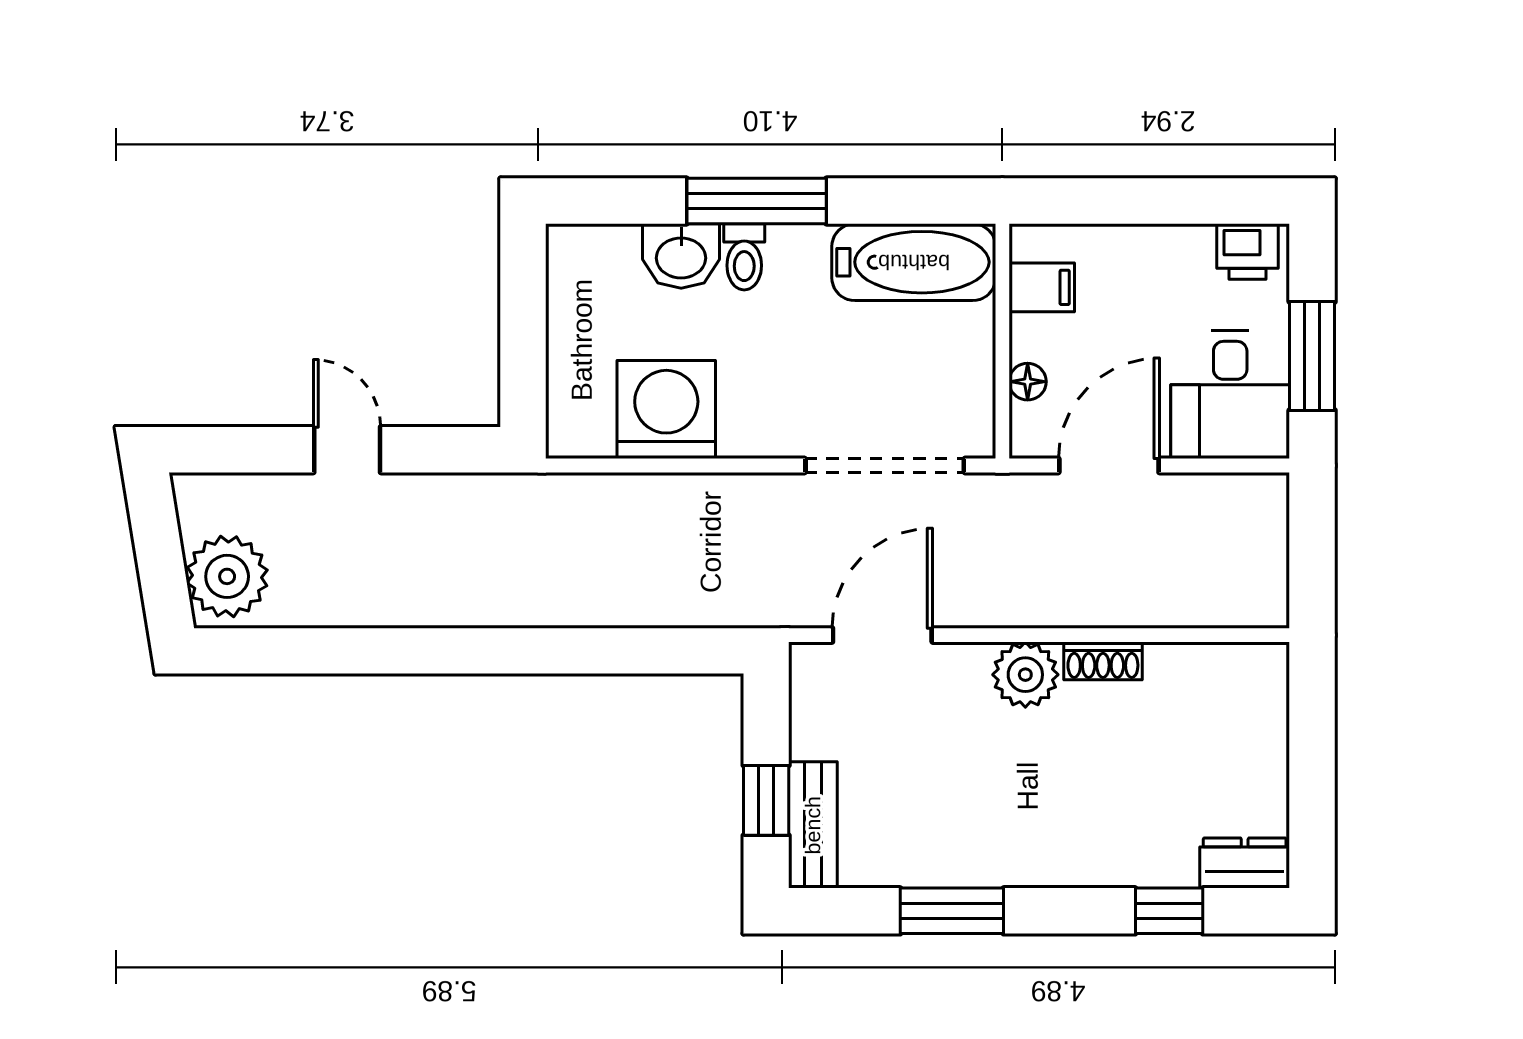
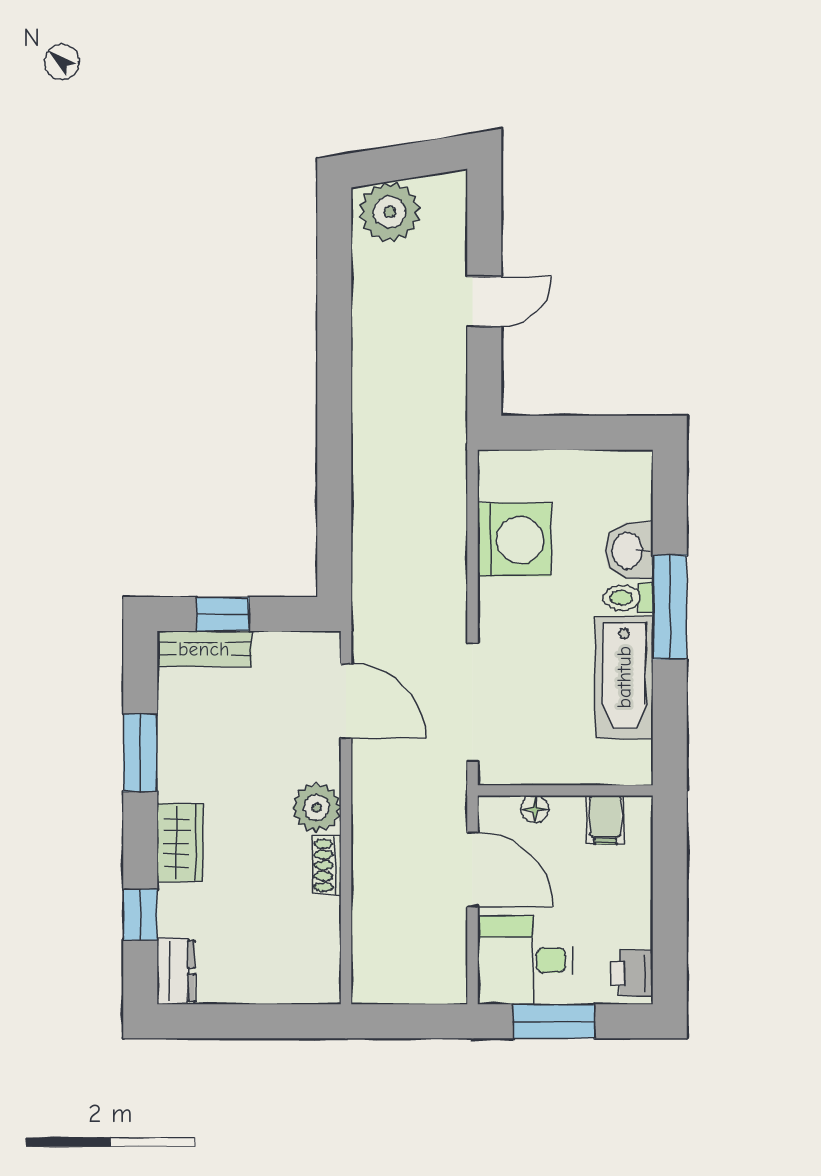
bathtub: (914, 262) -> (624, 677), moved
wardrobe: (1073, 858) -> (180, 843), added

